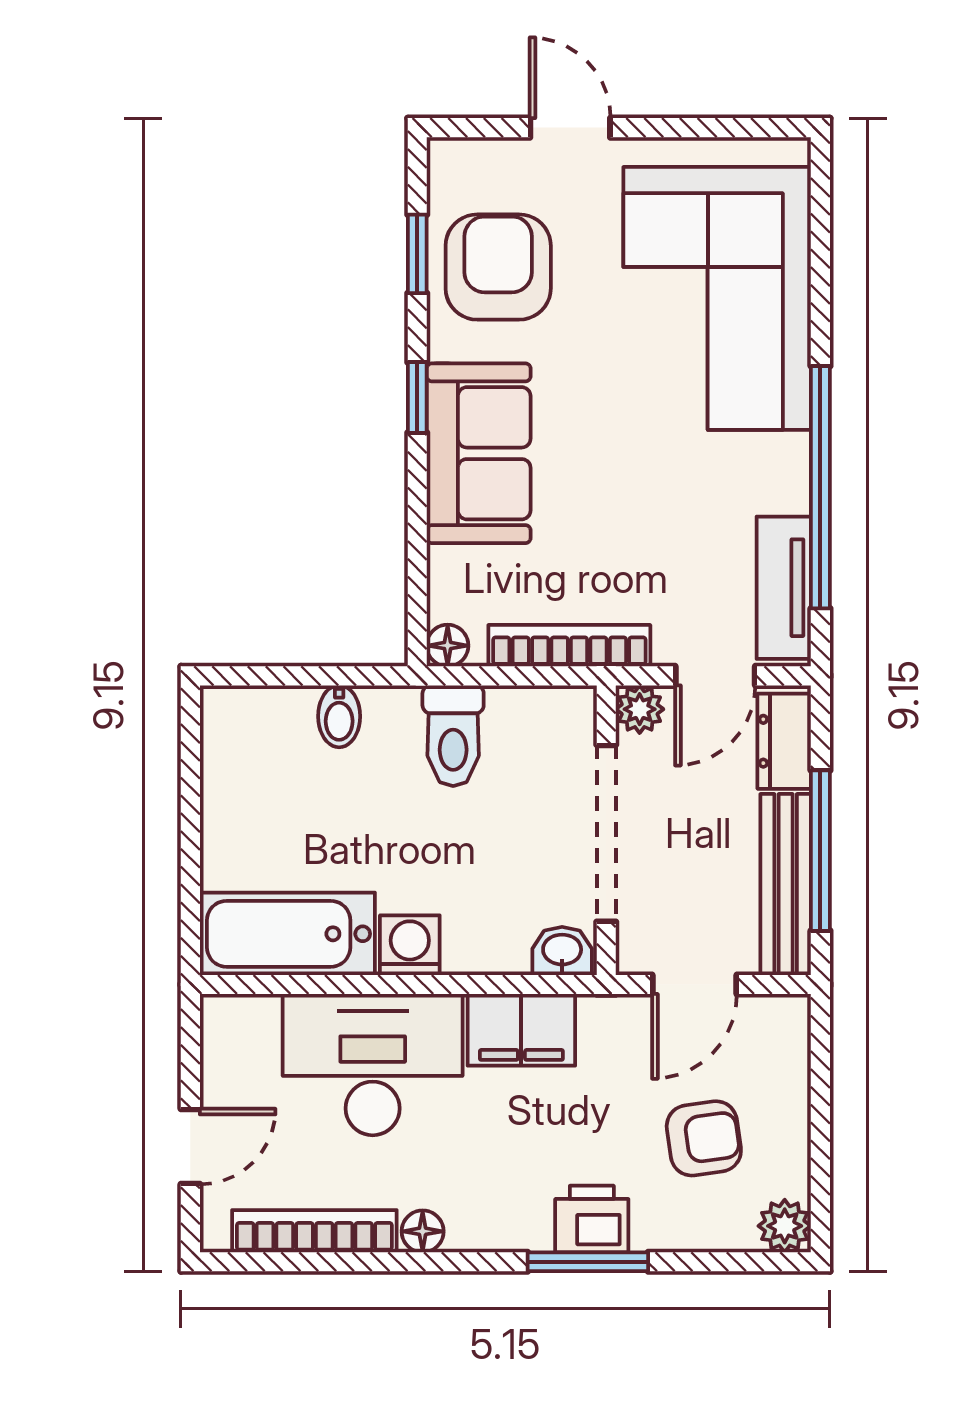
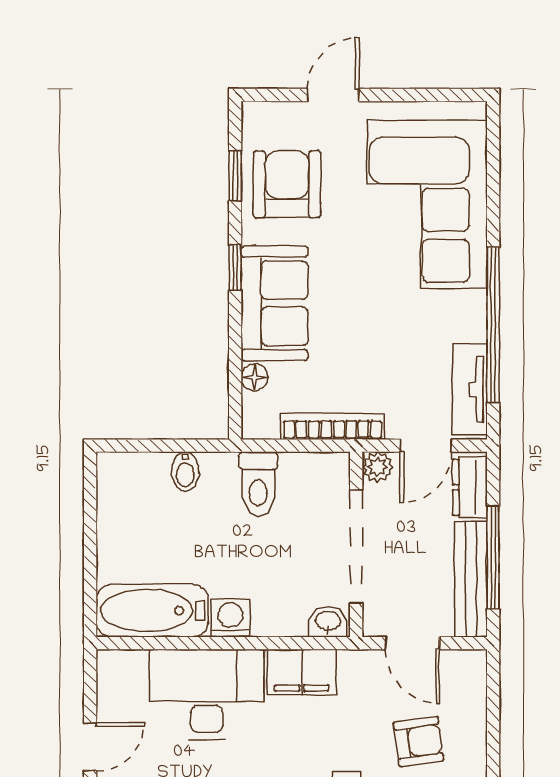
door: (570, 128) -> (333, 95), hinge flipped
floor lamp: (448, 646) -> (255, 377), moved
door: (695, 985) -> (413, 643), hinge flipped

